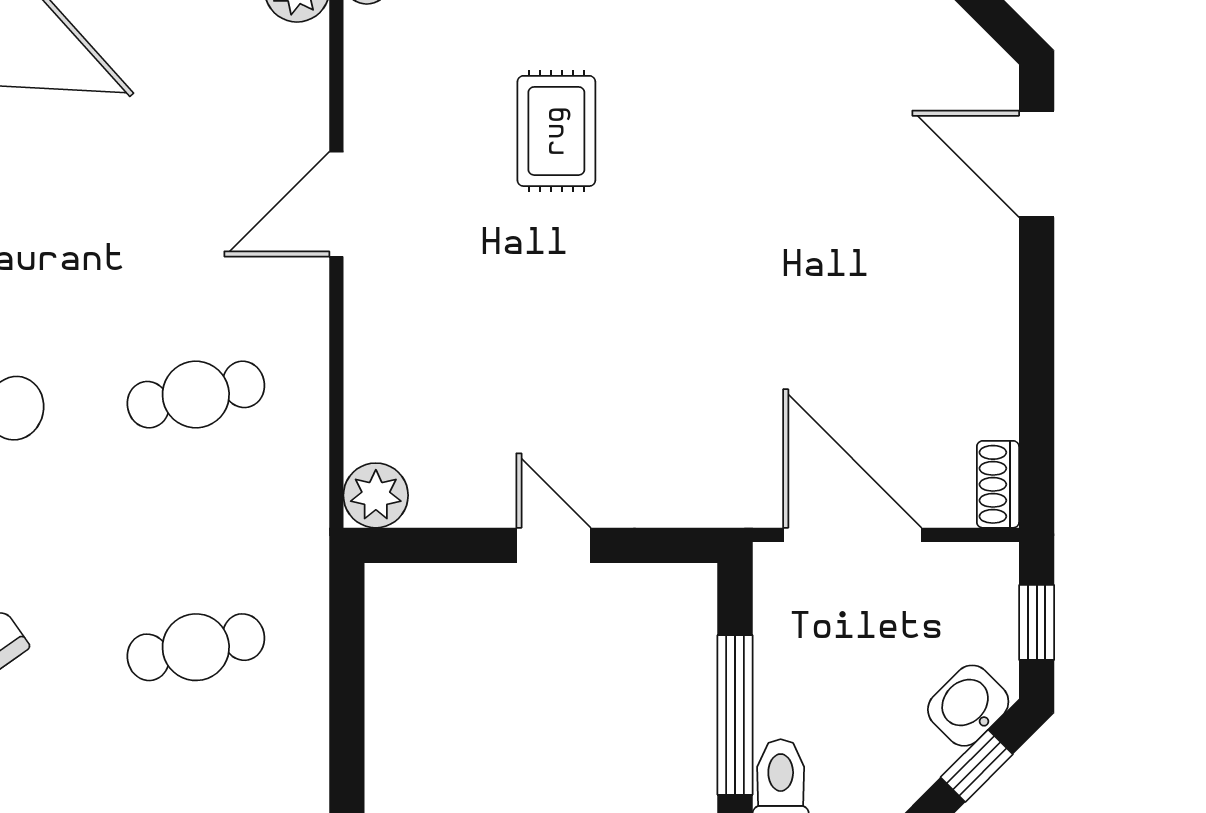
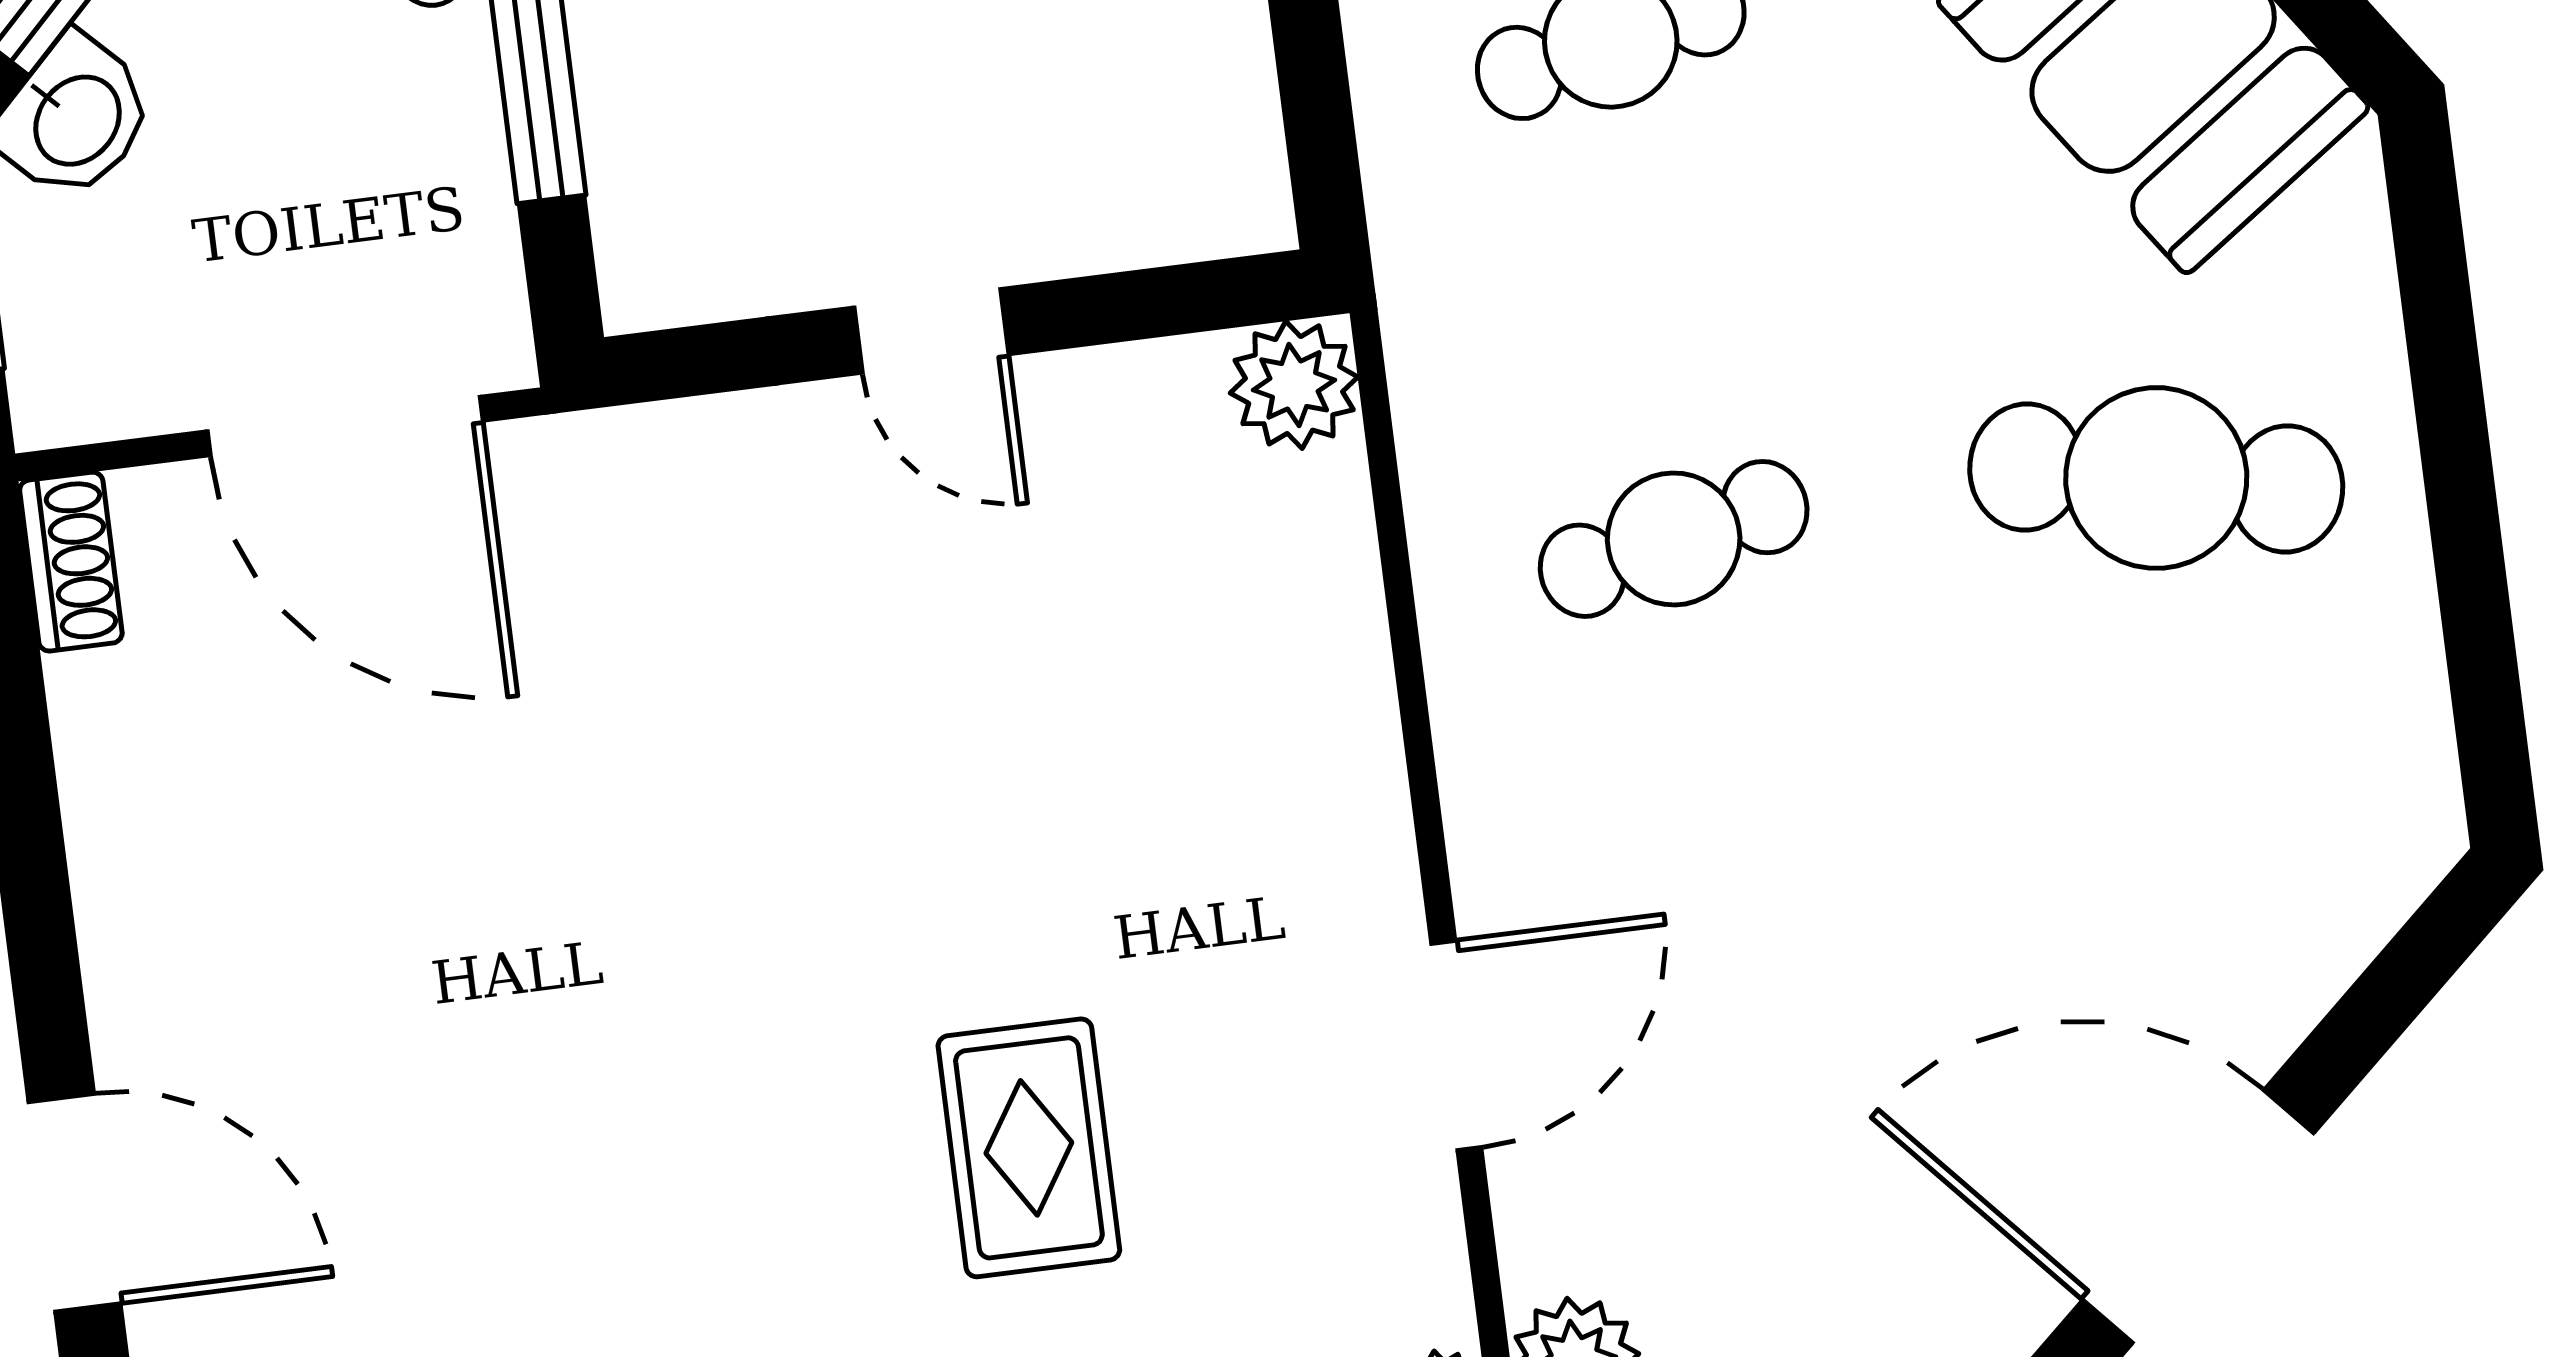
door: (336, 204) -> (1456, 1045), moved

